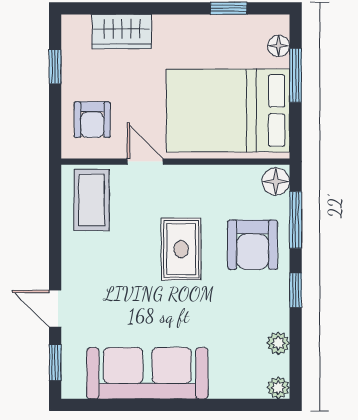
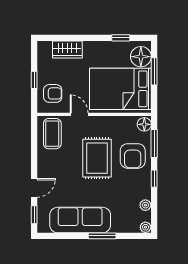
floor lamp: (279, 46) -> (141, 57), width x1.89, depth x1.89
window: (55, 67) -> (34, 80), moved
armchair: (92, 120) -> (53, 93), turned -90
rug: (181, 249) -> (97, 158), width x1.36, depth x1.43
door: (55, 309) -> (34, 188), swing flipped
window: (191, 405) -> (102, 236), added

